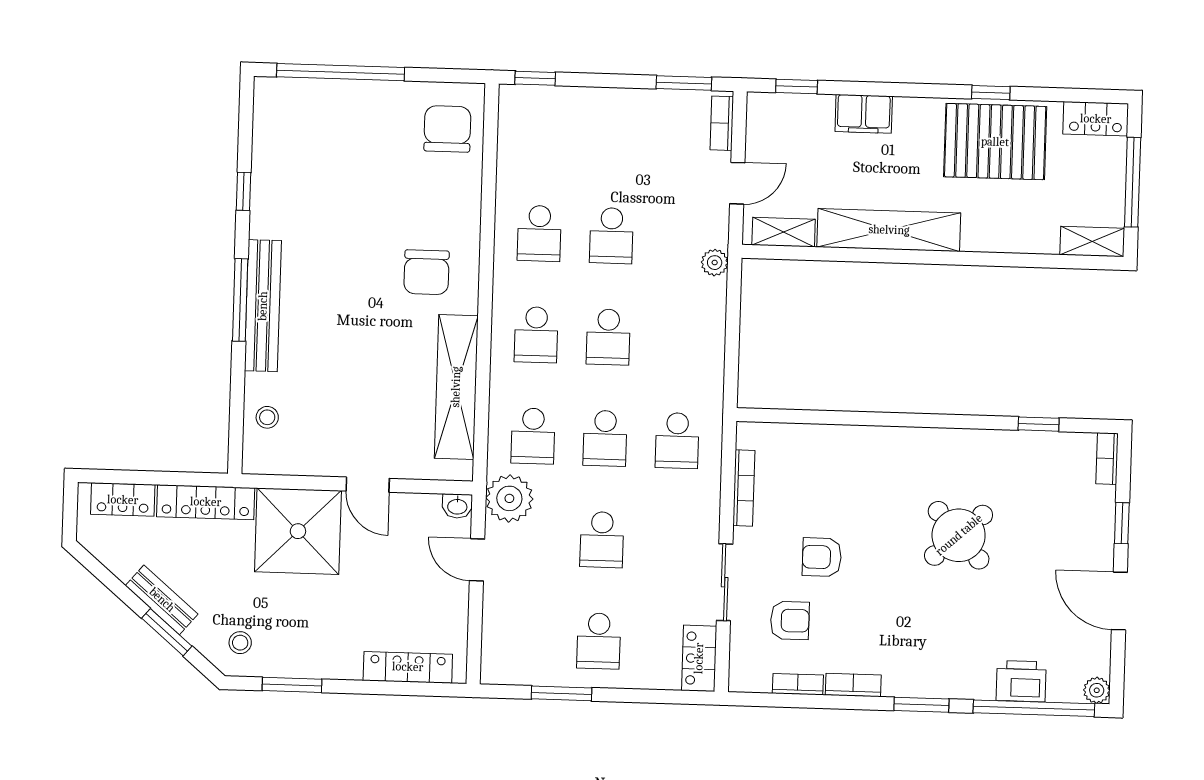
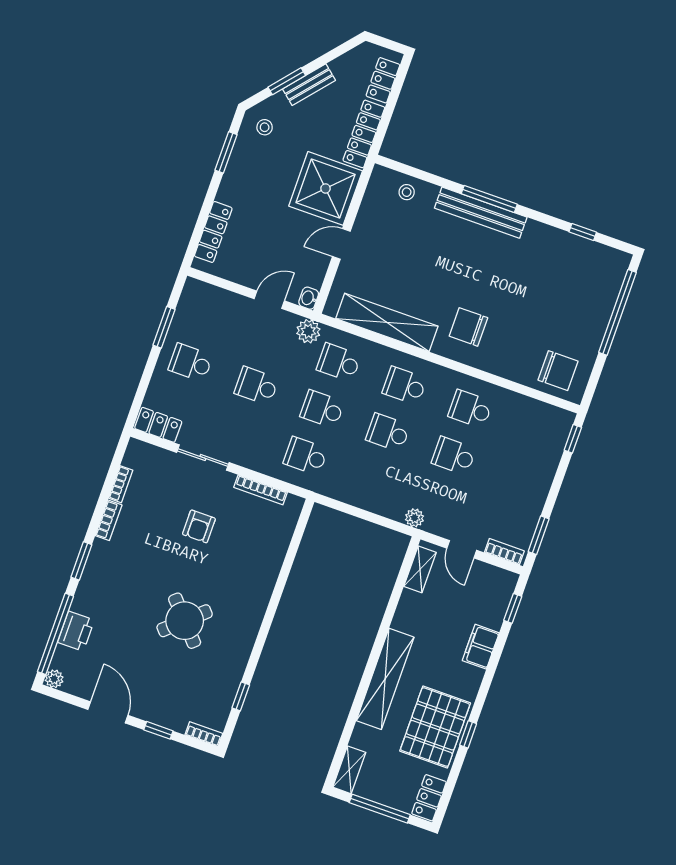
window: (244, 191) -> (583, 232), moved
shelving: (889, 230) -> (385, 679), moved
plant: (509, 498) -> (308, 331), width x0.73, depth x0.73
armchair: (822, 557) -> (199, 526), turned 180
door: (1119, 601) -> (108, 712), hinge flipped
armchair: (790, 620) -> (164, 492), removed

